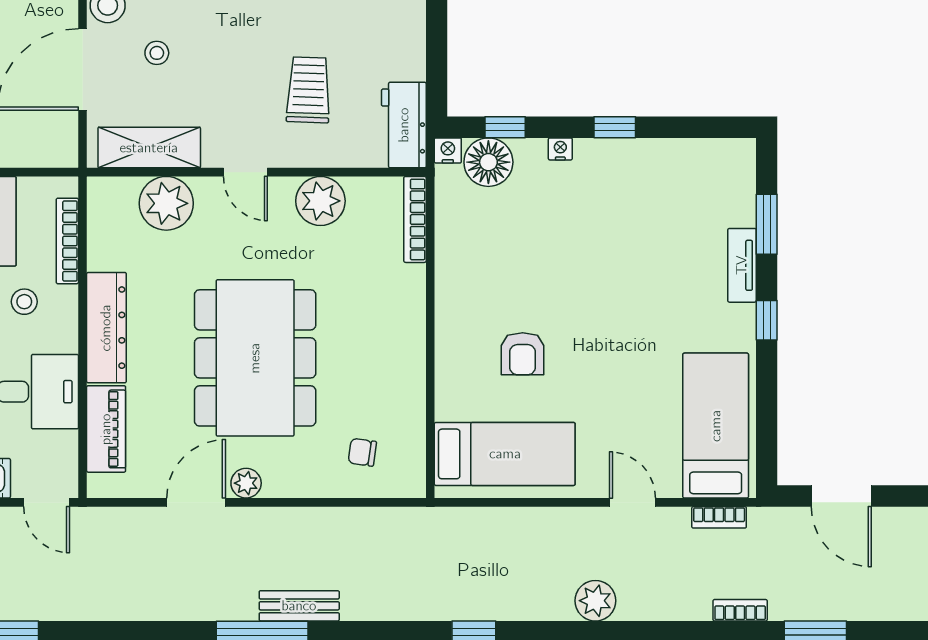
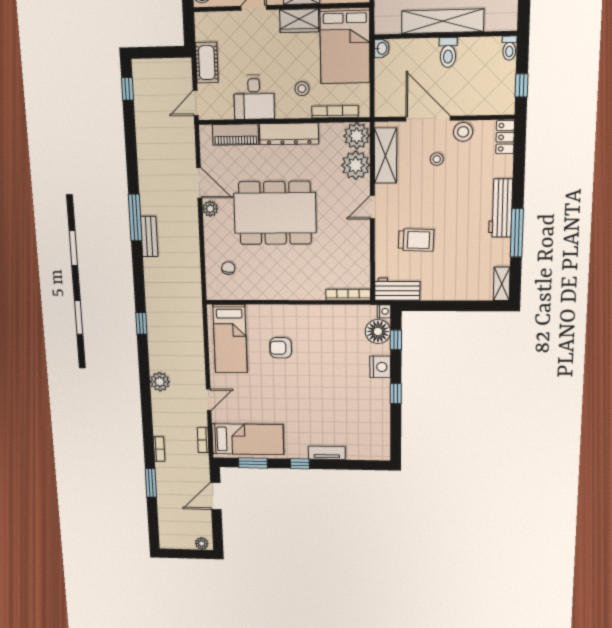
nightstand: (560, 149) -> (380, 367), width x1.89, depth x1.79
plant: (320, 201) -> (357, 136), moved
window: (767, 224) -> (253, 463), moved

